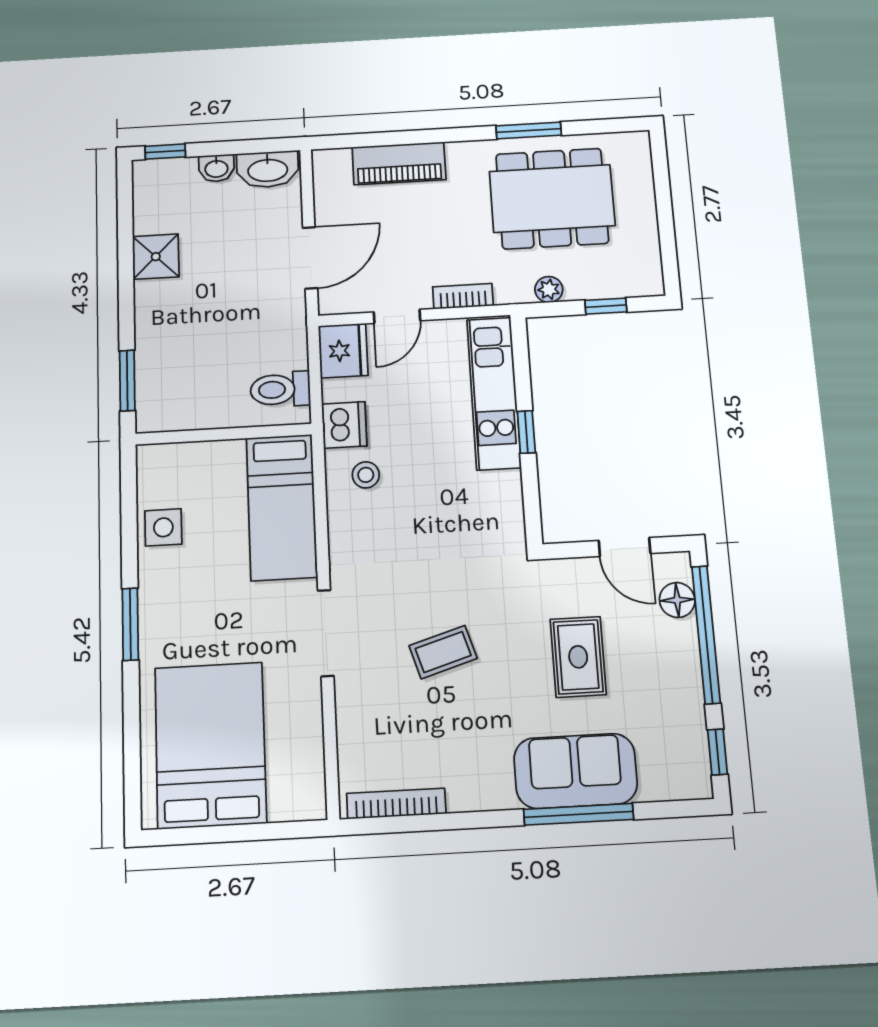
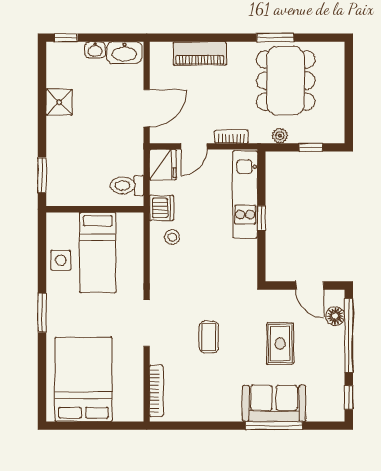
dining table: (552, 198) -> (286, 81), turned 90
bed: (282, 507) -> (98, 253), moved
coffee table: (443, 652) -> (209, 337), turned -73
bookcase: (396, 804) -> (156, 391), moved, turned 90

